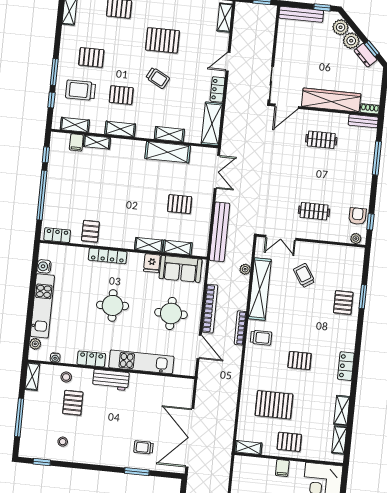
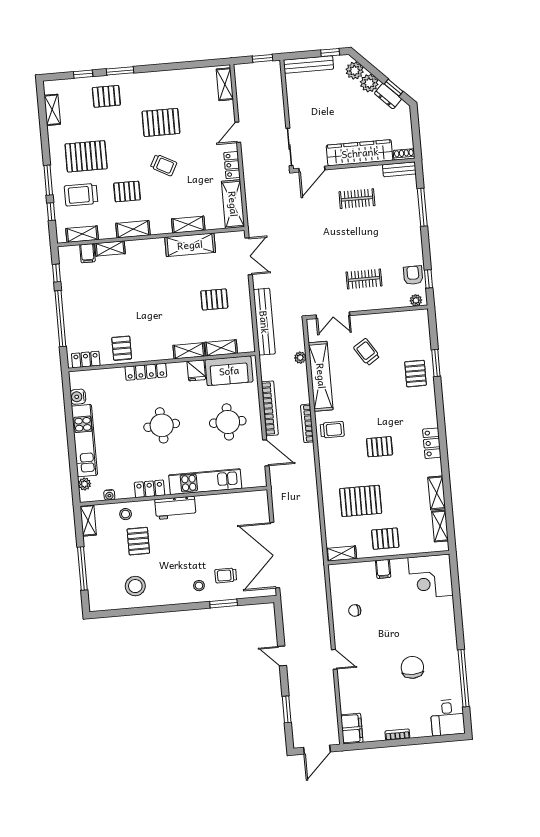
pallet: (91, 57) -> (86, 156), width x1.50, depth x1.42
stool: (63, 442) -> (135, 586), width x1.89, depth x1.89
stool: (118, 452) -> (199, 586), added
window: (42, 462) -> (117, 613), removed

